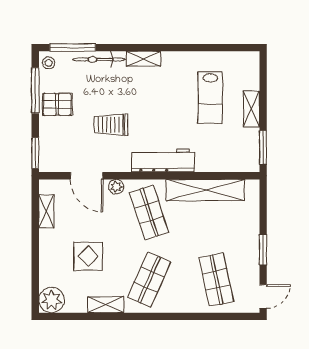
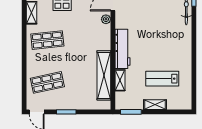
shelving: (144, 59) -> (120, 80), moved
trolley: (111, 125) -> (145, 16), removed
shop shelf: (149, 212) -> (90, 40), removed
shop shelf: (149, 280) -> (47, 40), turned -30

